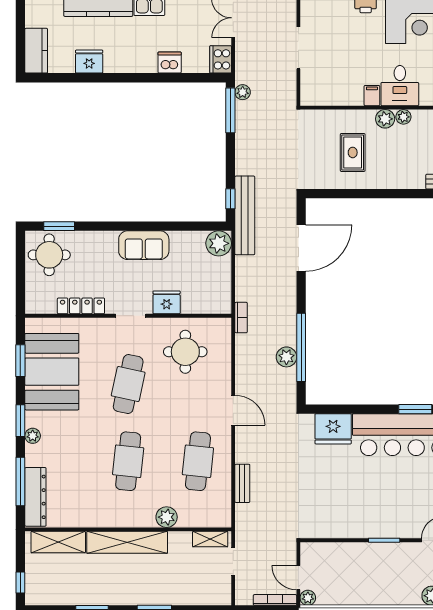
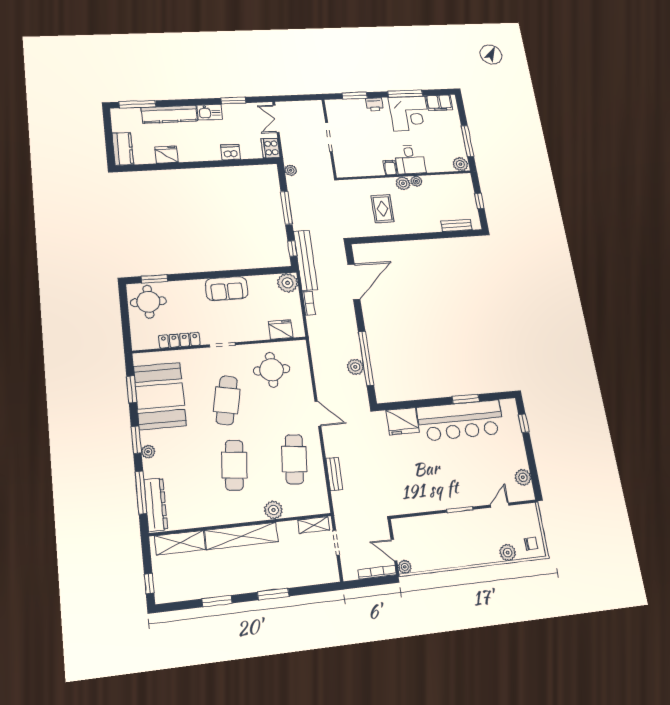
window: (230, 110) -> (286, 208), moved
fridge: (167, 302) -> (281, 329), moved
bookcase: (241, 318) -> (309, 303), moved

